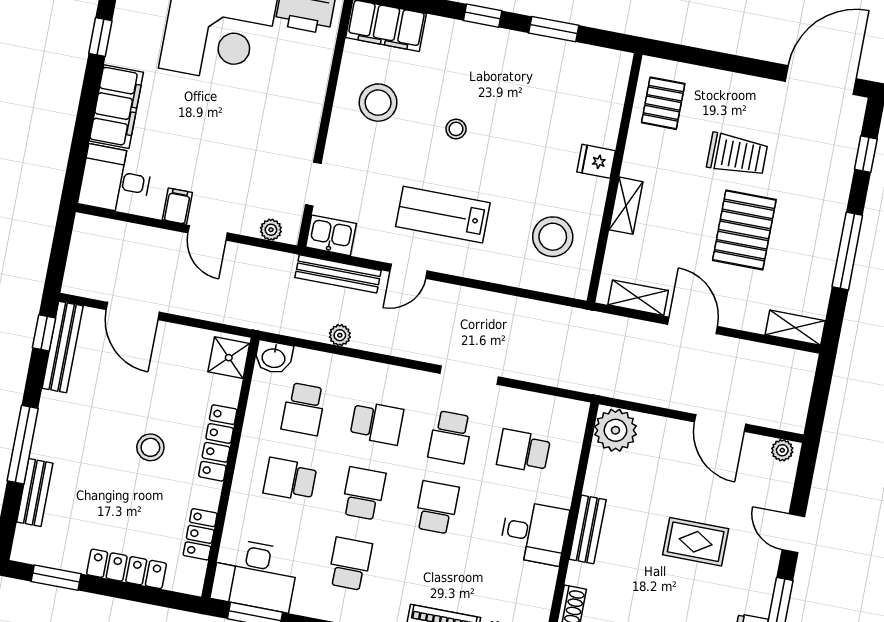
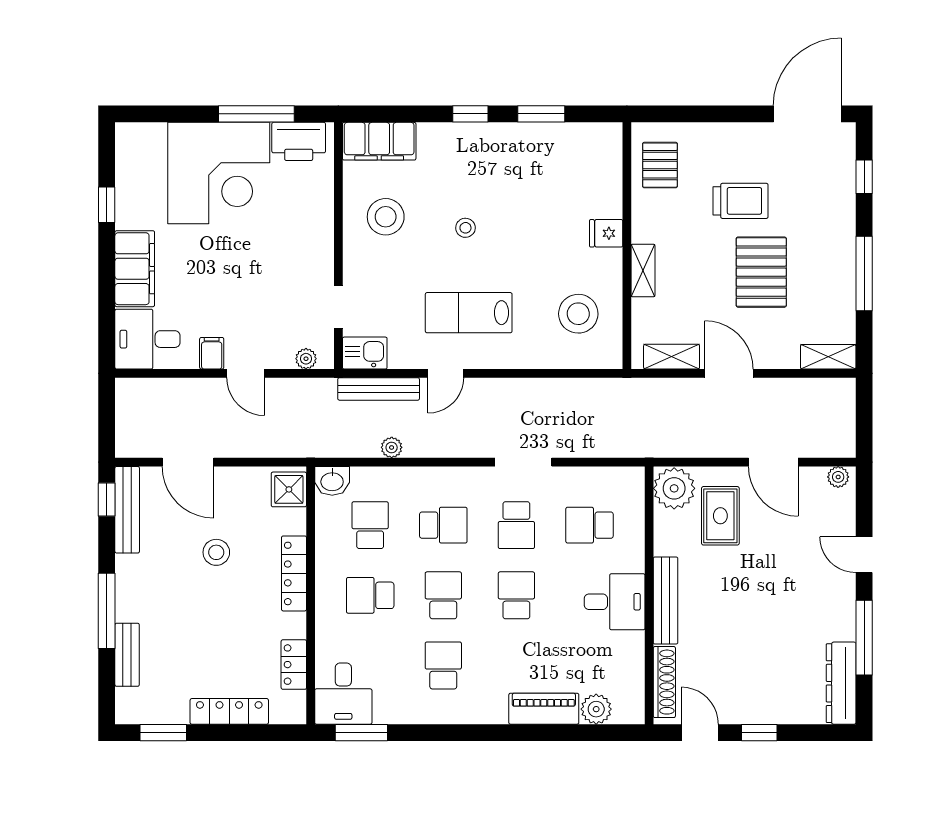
school desk: (303, 409) -> (370, 525), turned 180
stool: (150, 447) -> (216, 552), moved
bench: (588, 529) -> (666, 600), width x1.36
rug: (696, 542) -> (720, 516), moved, turned 90
desk: (255, 575) -> (343, 694), width x0.73

